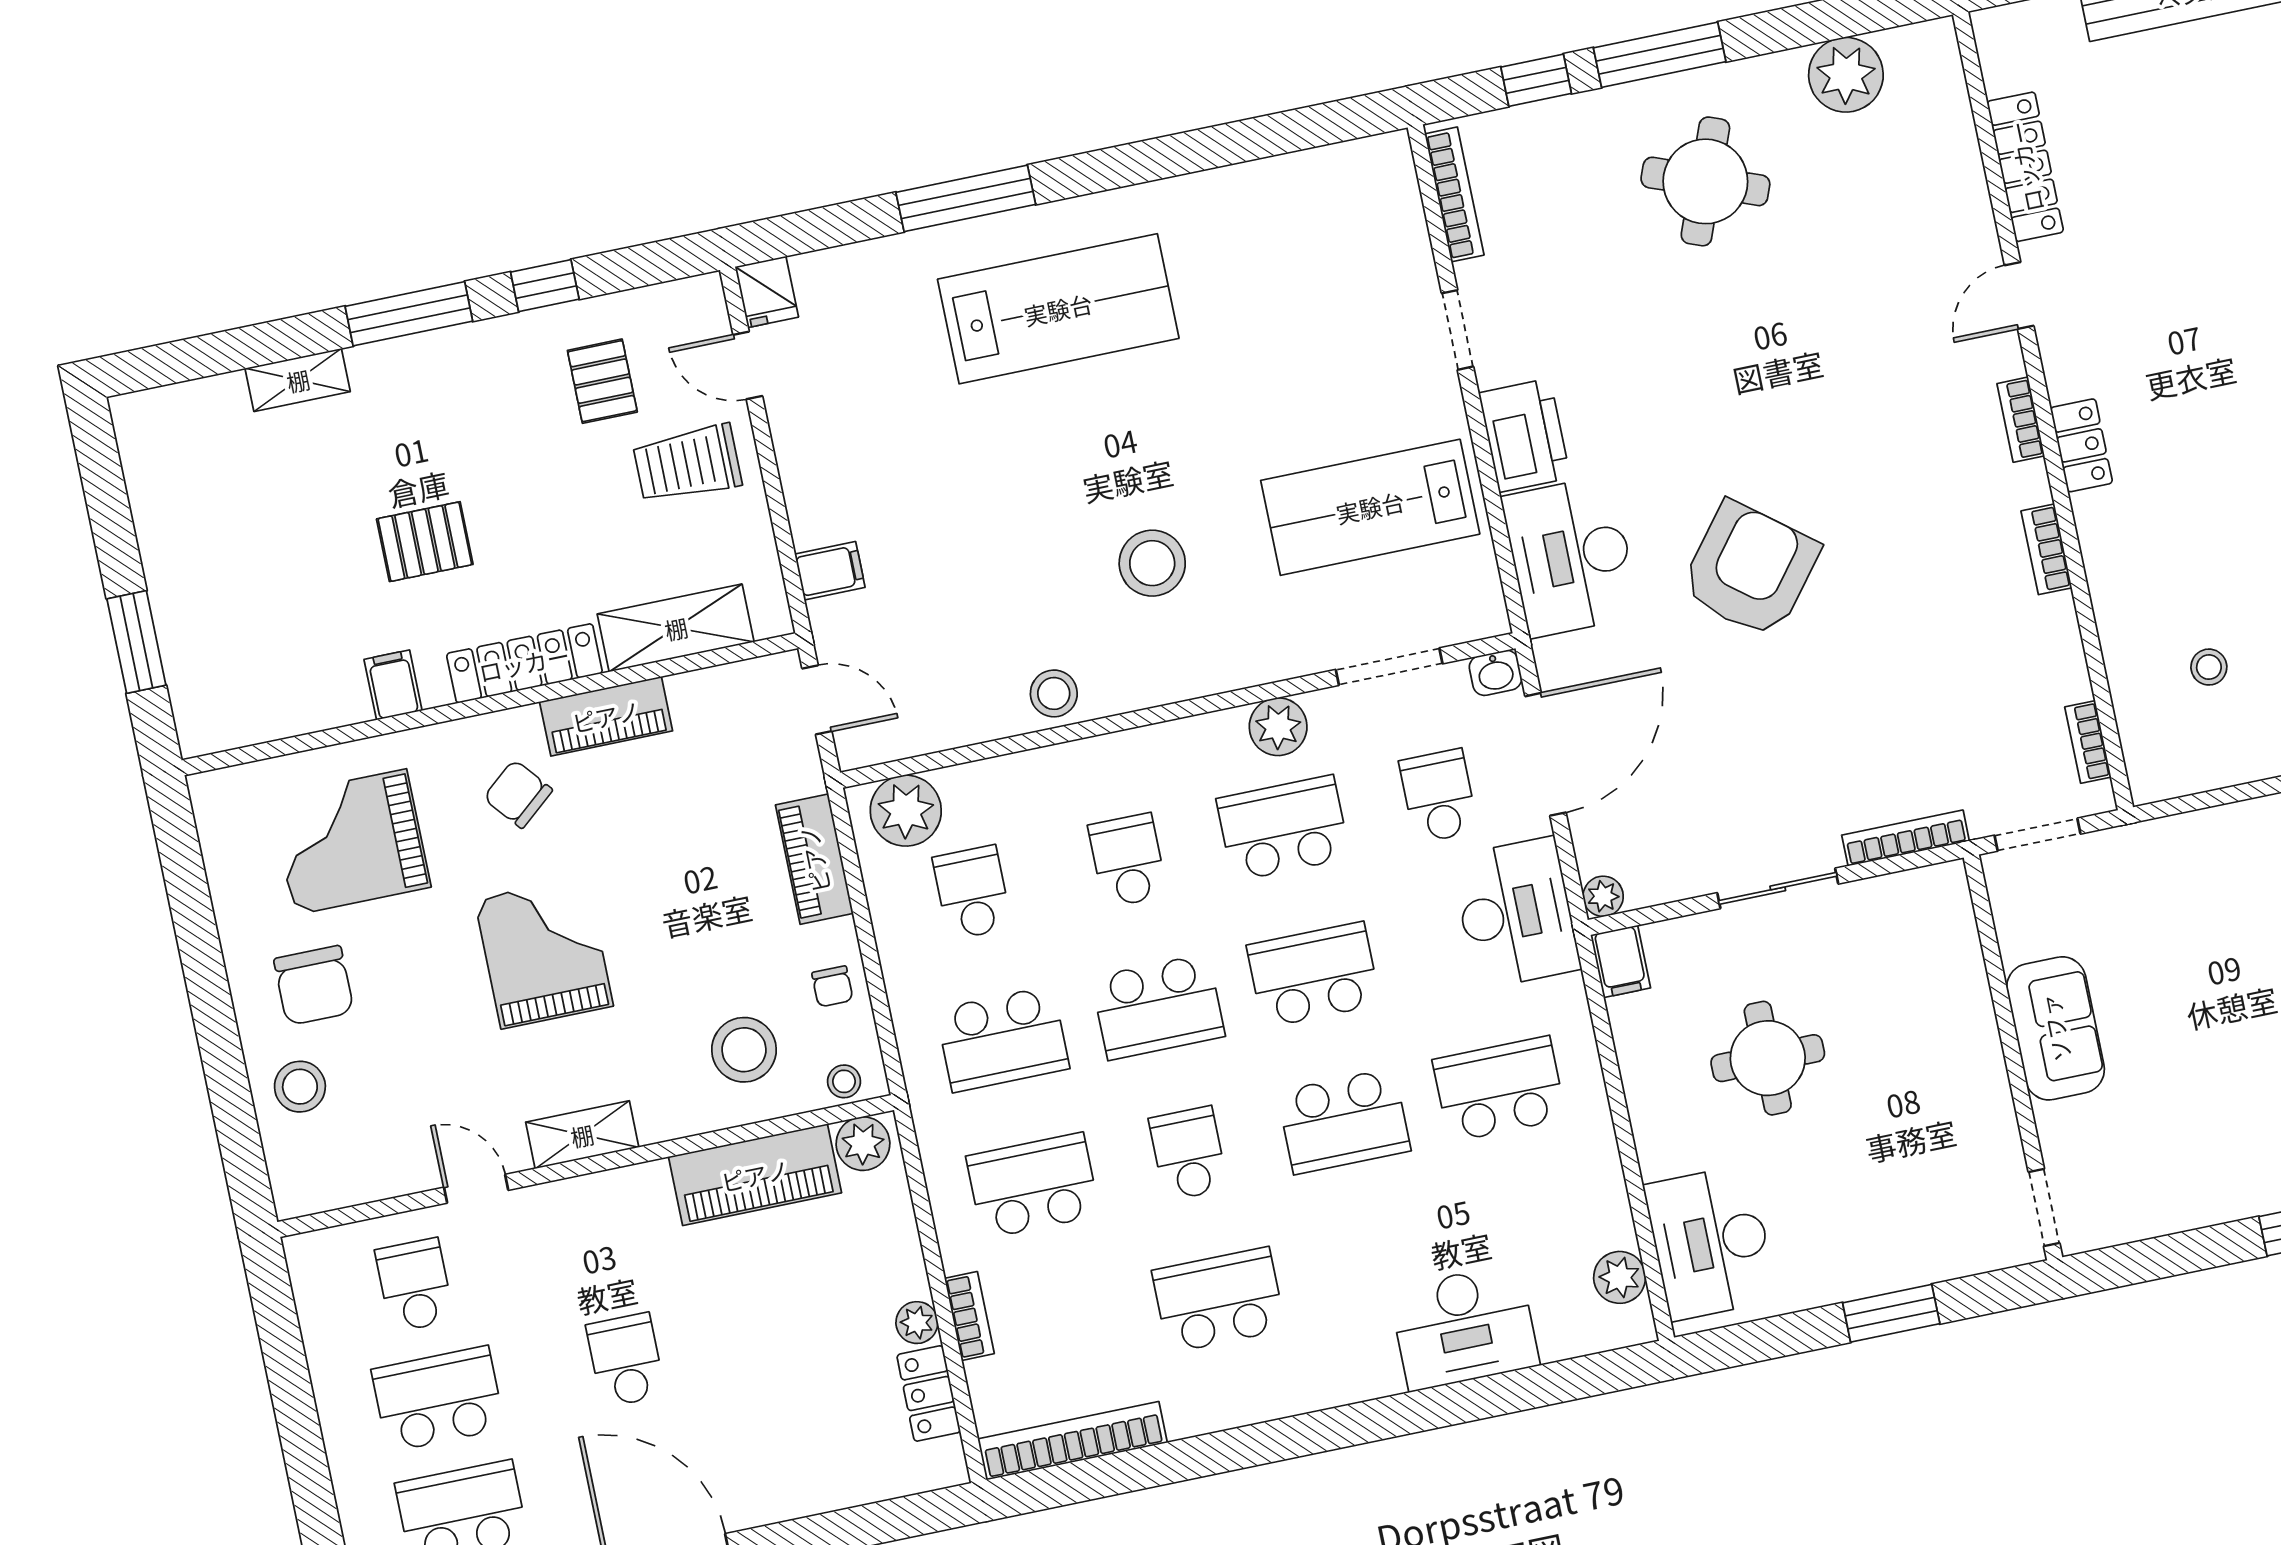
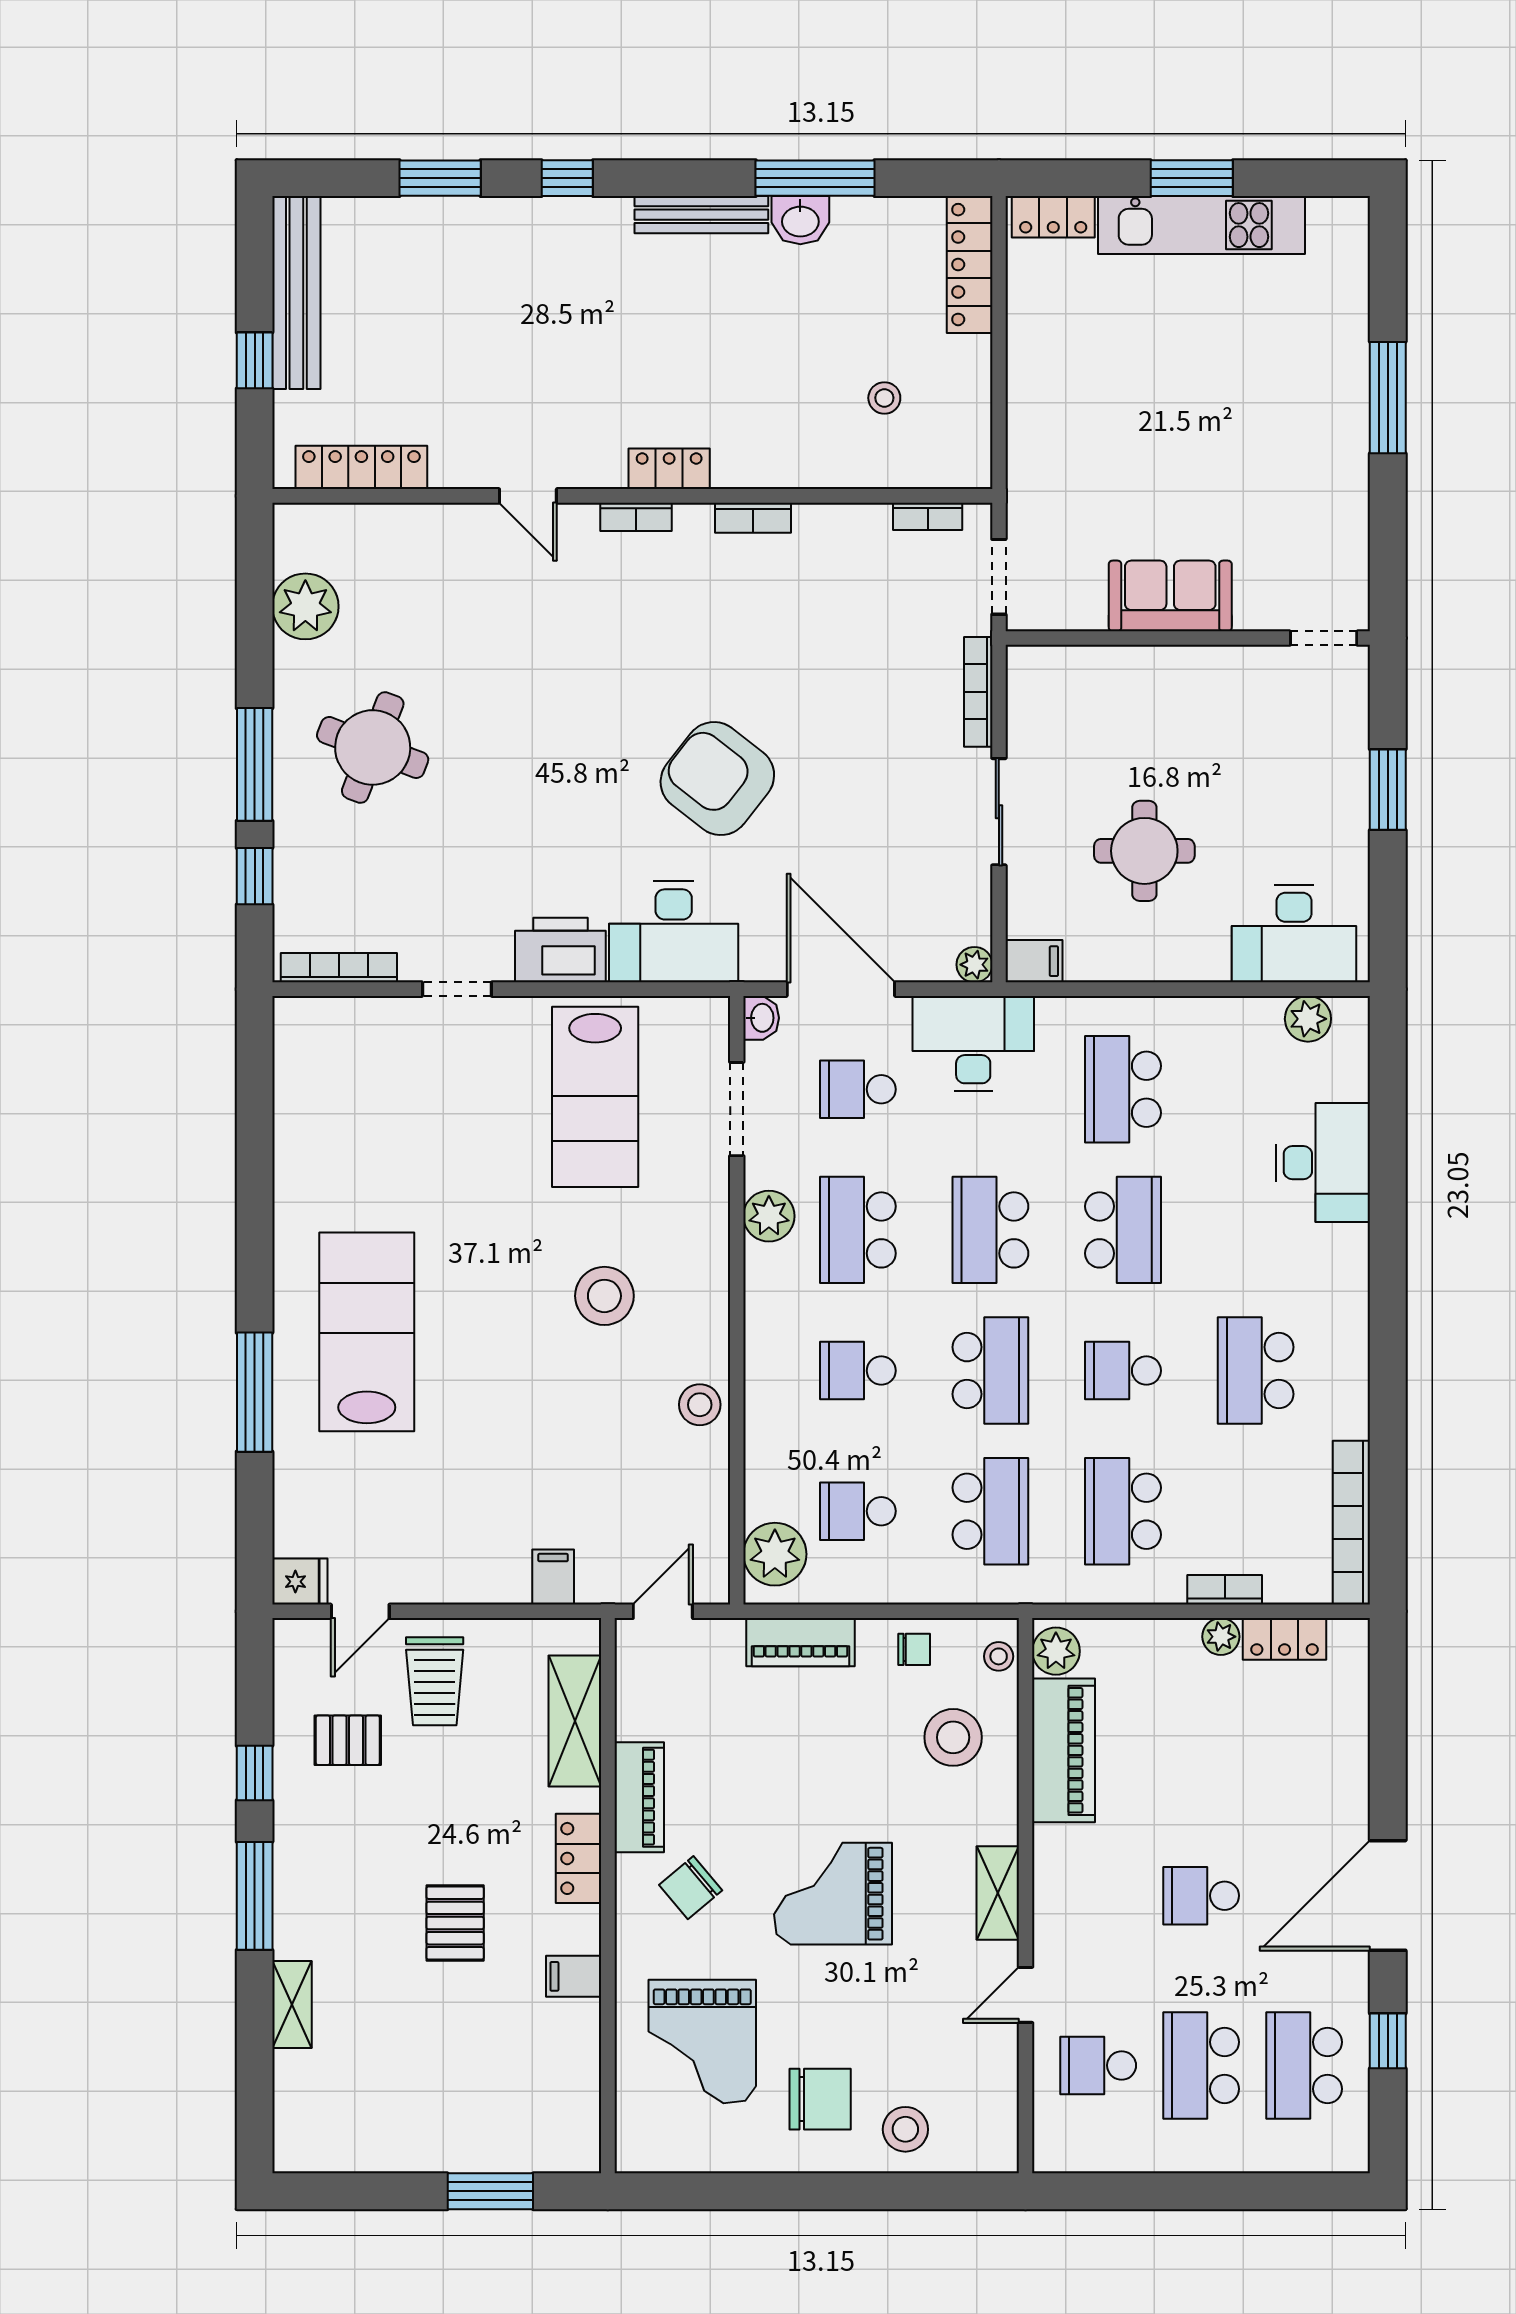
locker: (2025, 167) -> (361, 467), moved
locker: (524, 663) -> (579, 1858), width x0.66

